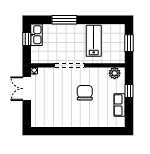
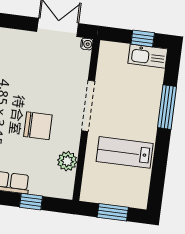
lab bench: (94, 41) -> (125, 152), turned 180
plant: (115, 73) -> (67, 161), moved

